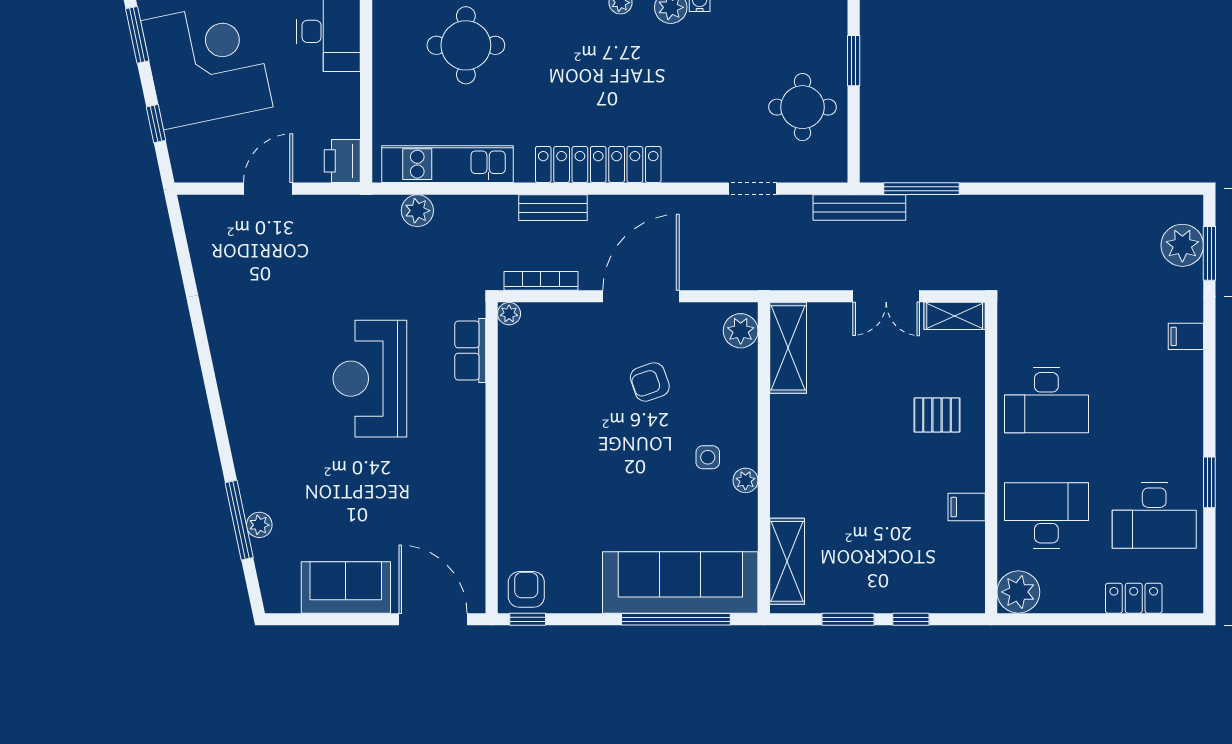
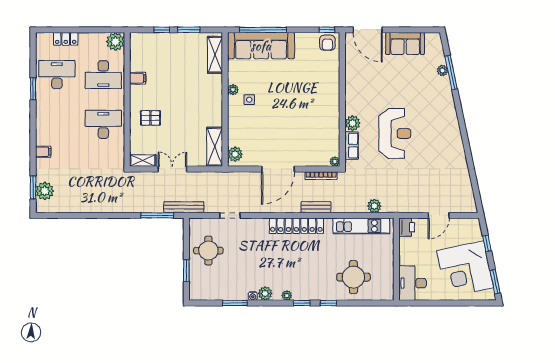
armchair: (650, 382) -> (274, 132), removed
plant: (468, 403) -> (352, 123), added

